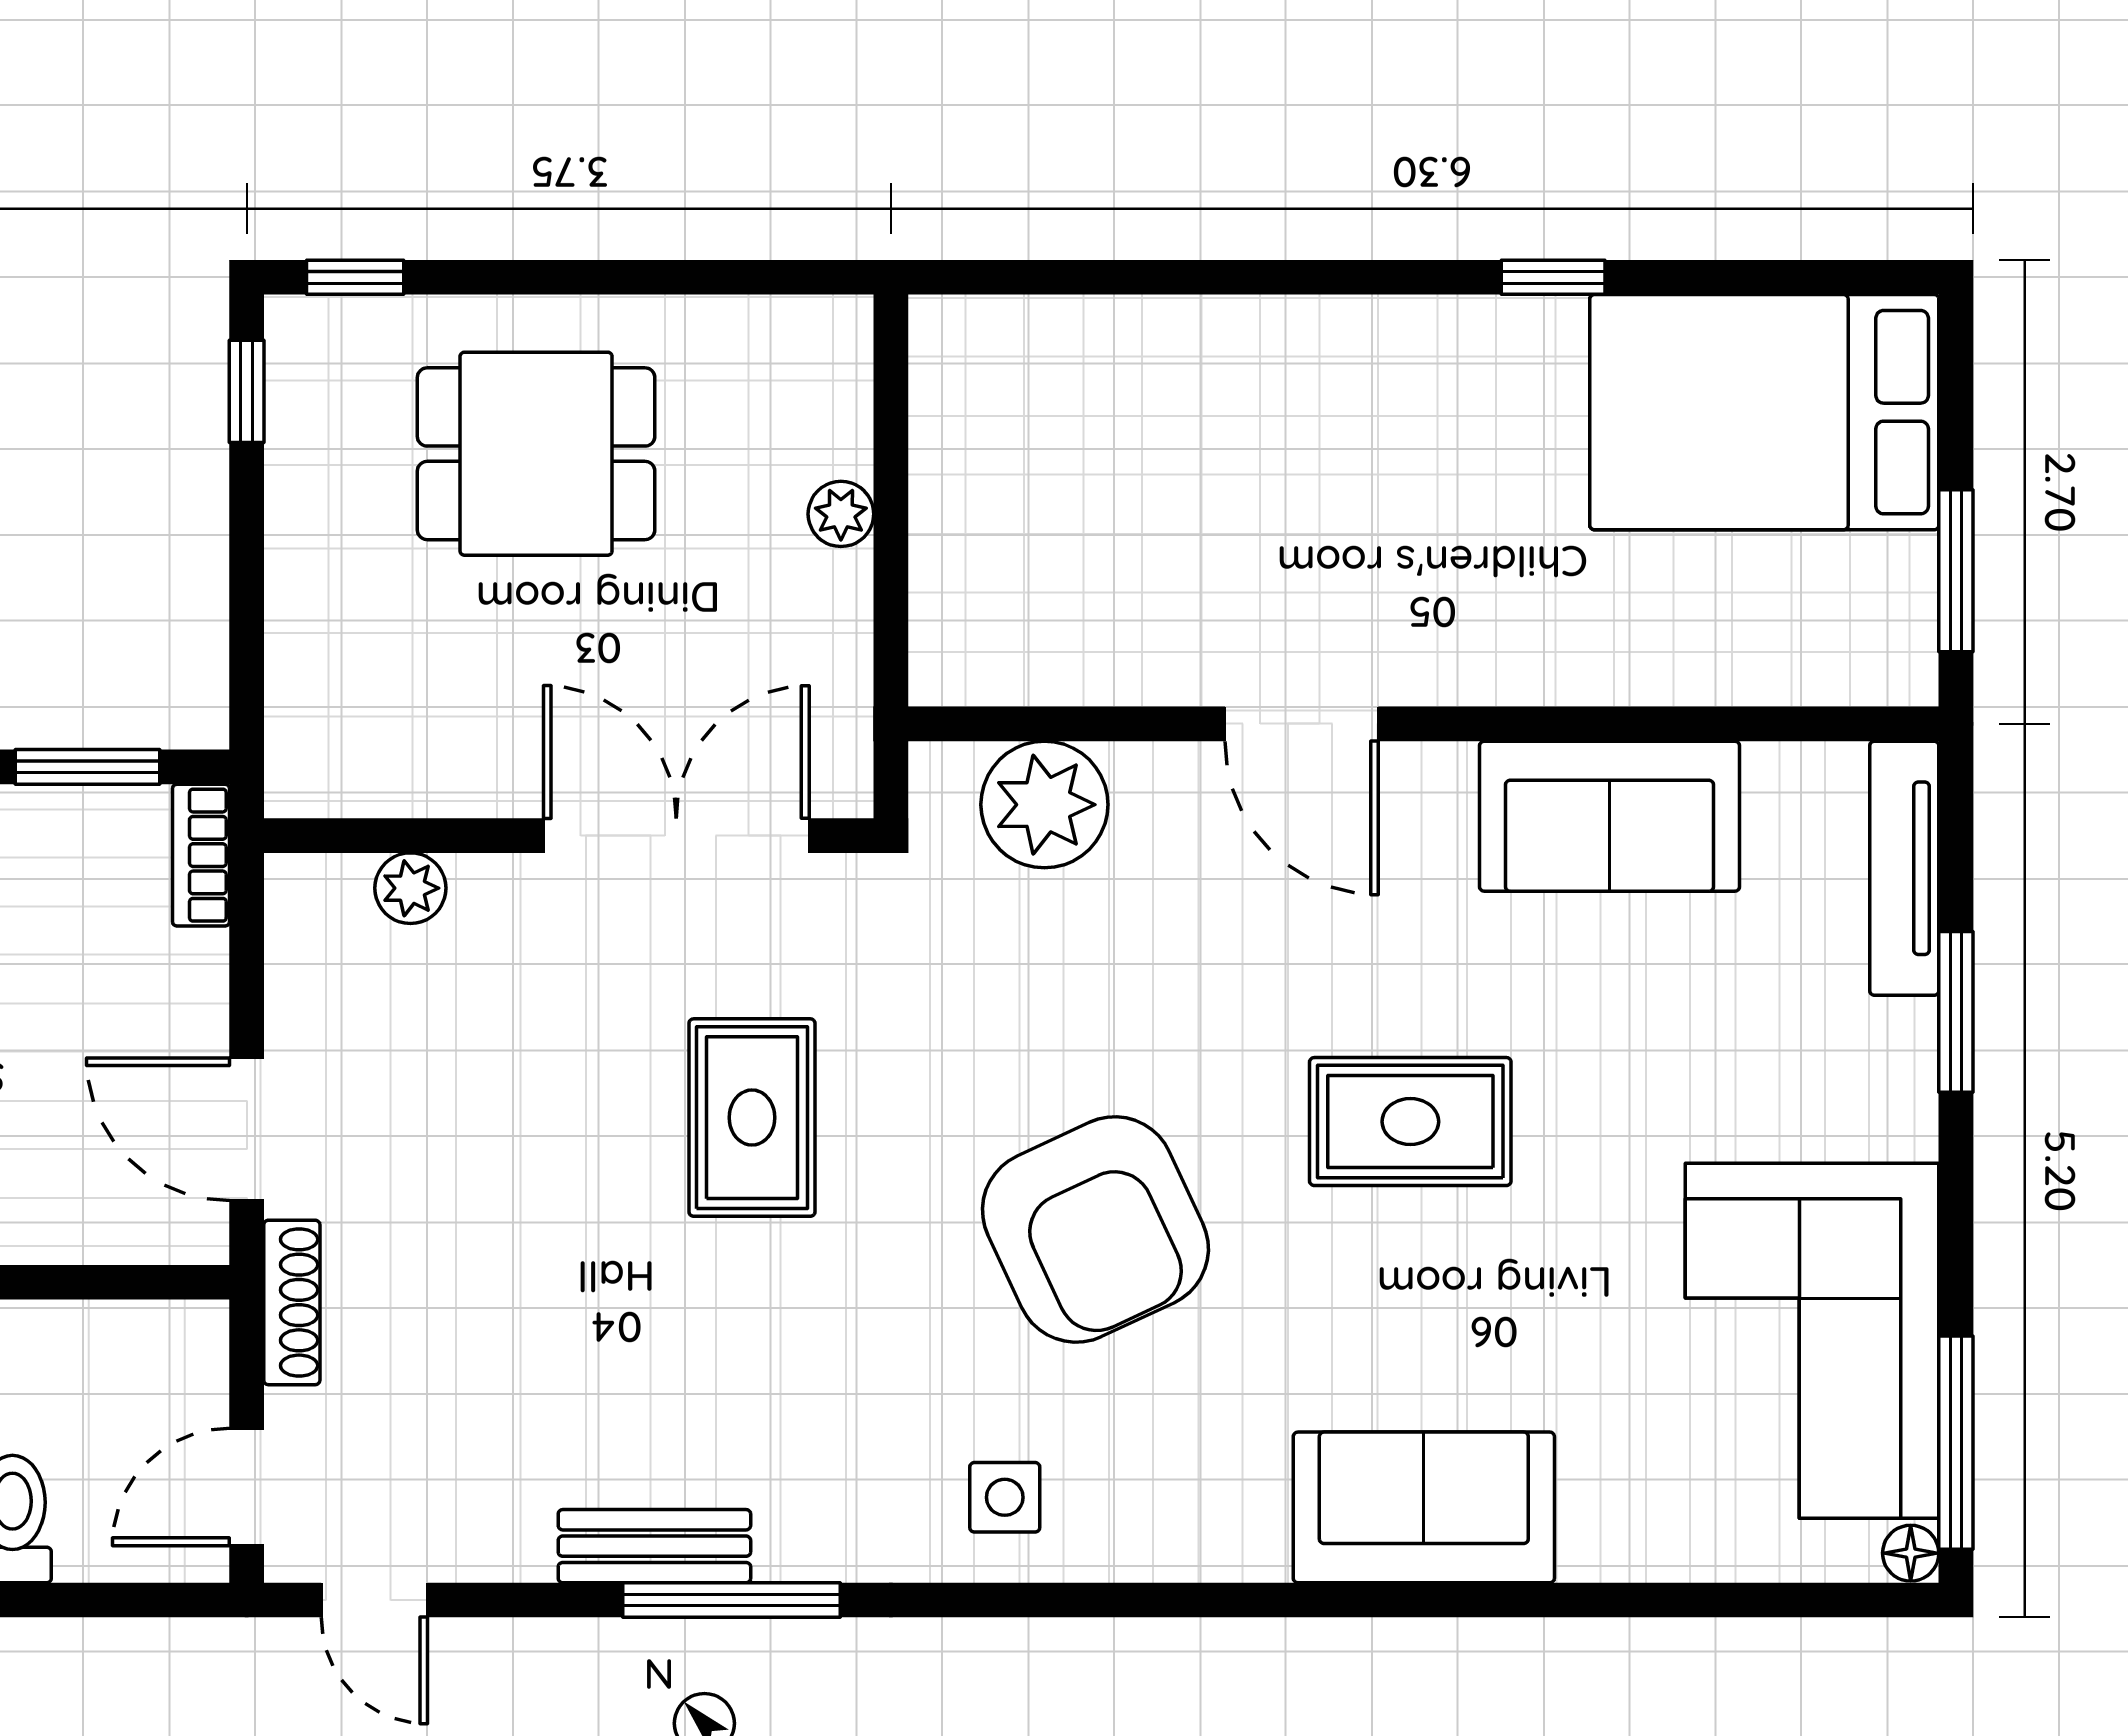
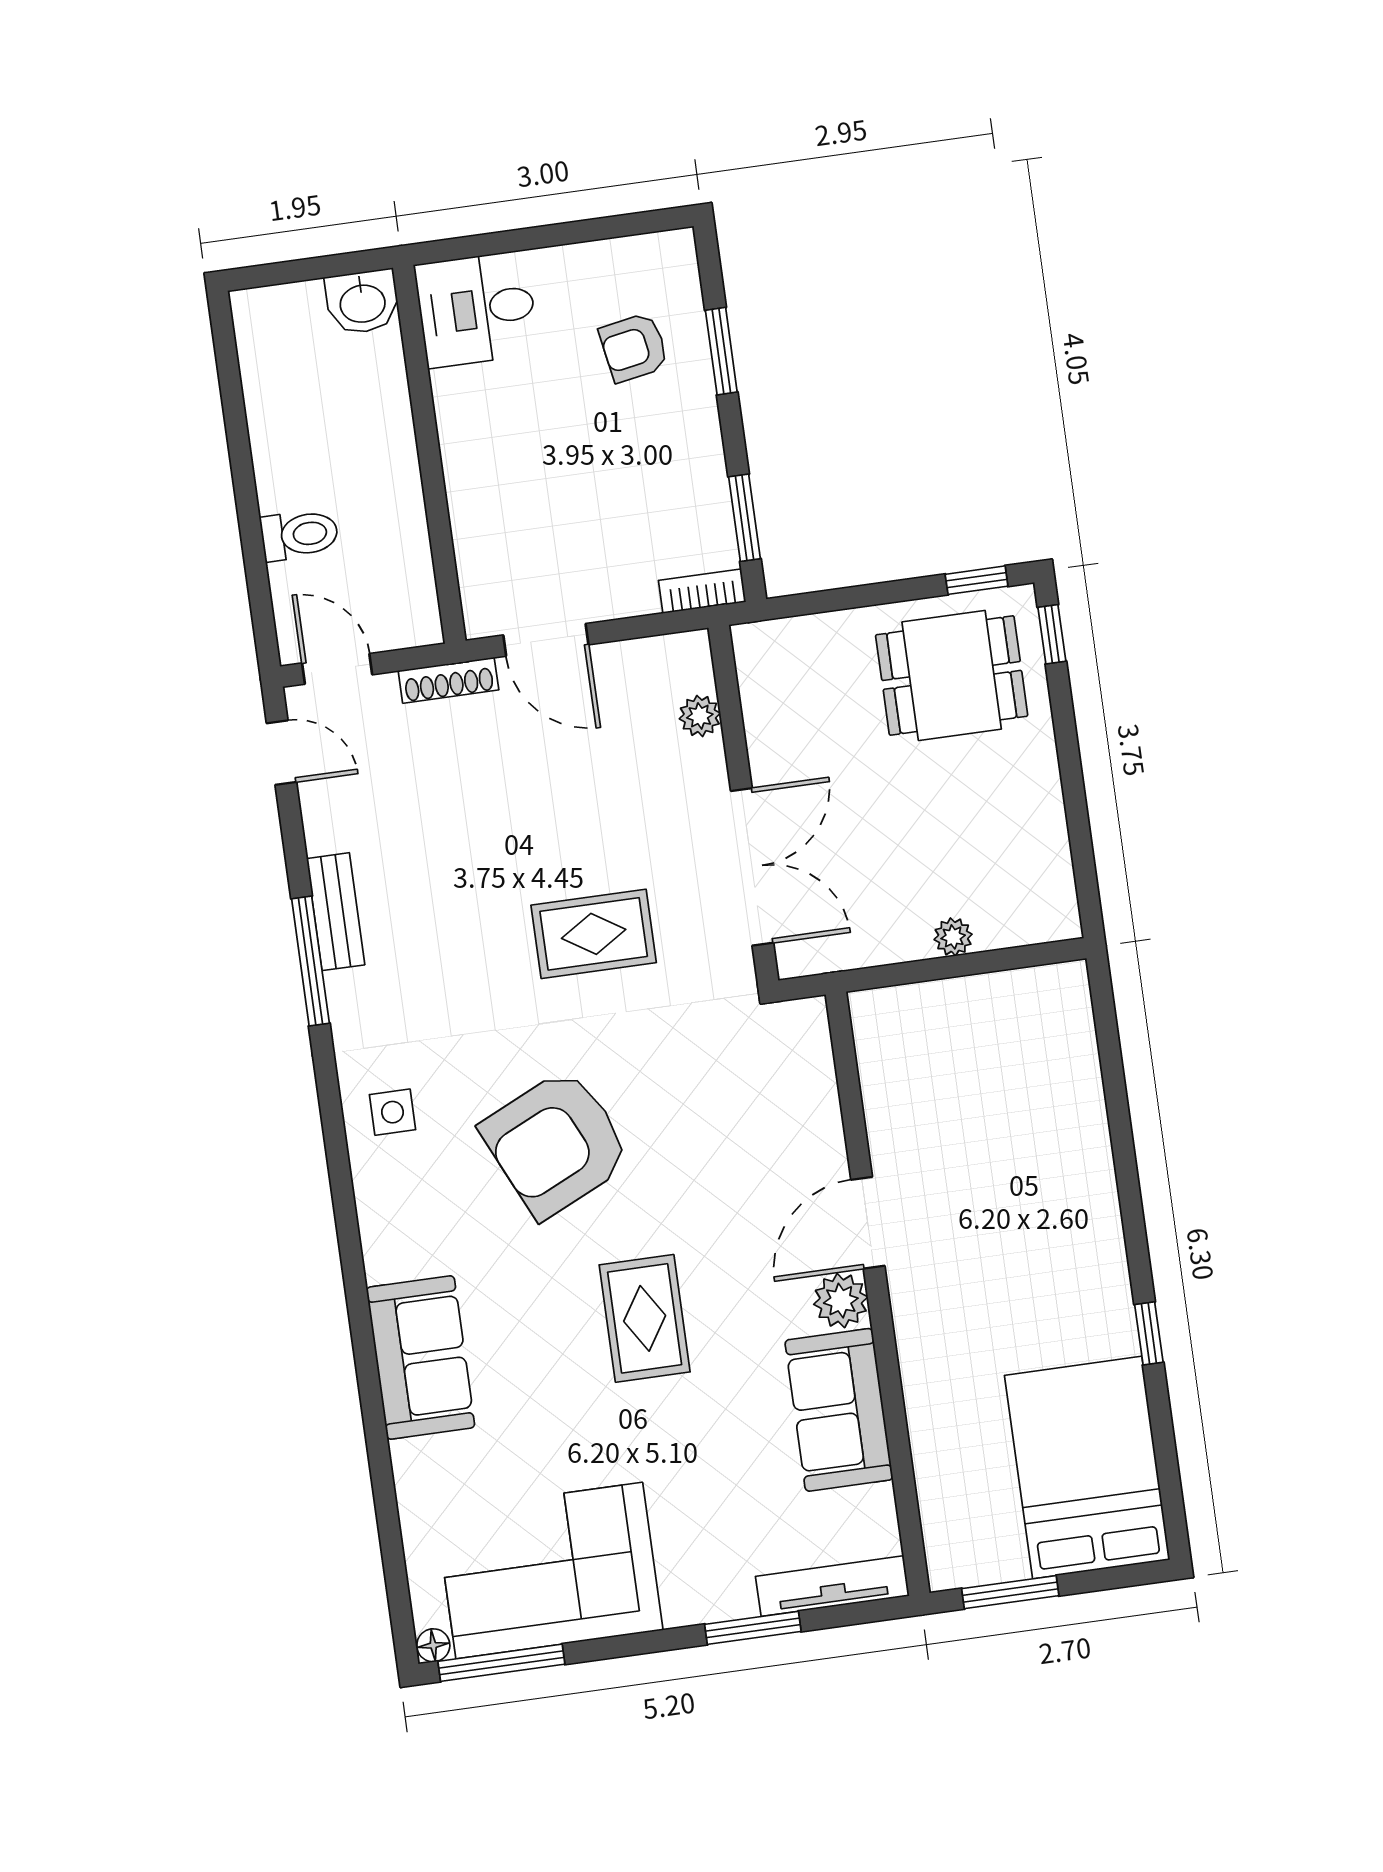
dining table: (536, 454) -> (952, 675), moved, turned 90
plant: (1044, 805) -> (841, 1301), moved, width x0.73, depth x0.73
door: (247, 1129) -> (546, 640), swing flipped
door: (374, 1600) -> (282, 753), swing flipped

